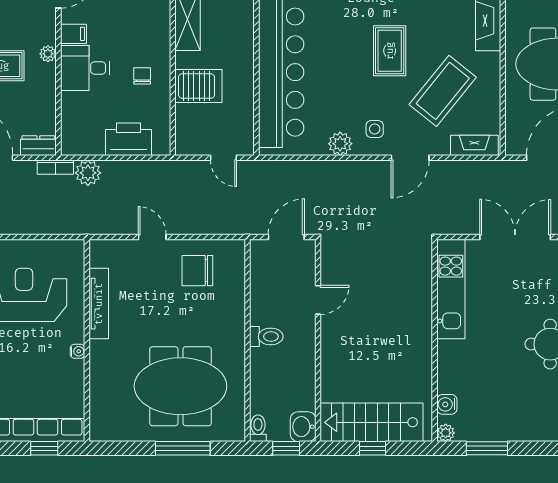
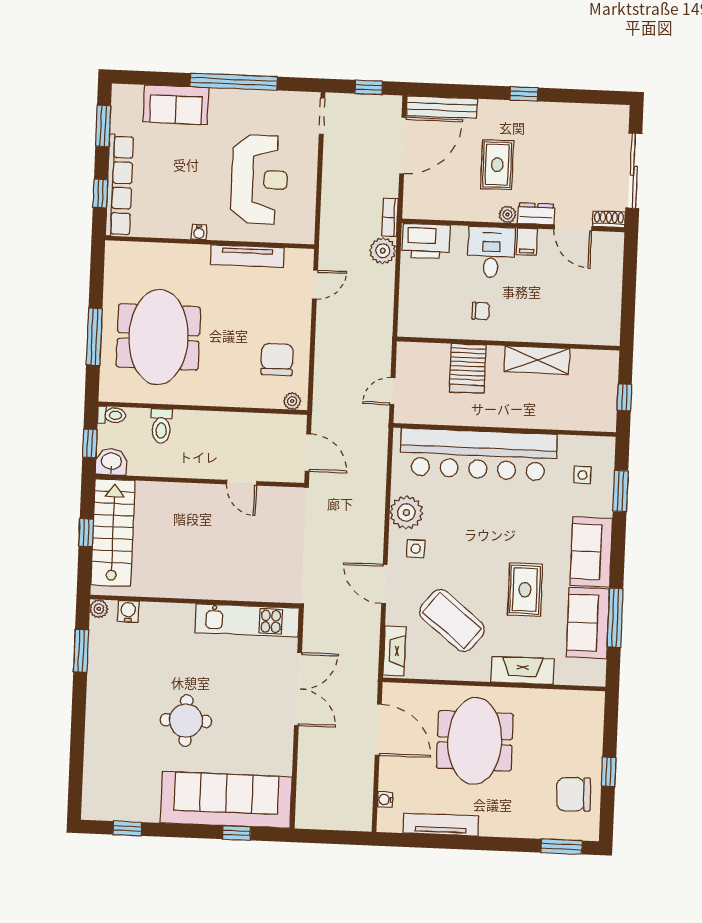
rug: (390, 51) -> (525, 590), moved, turned 90
printer: (128, 139) -> (426, 241), moved, turned 90
plant: (340, 144) -> (406, 513), width x1.36, depth x1.36
dresser: (38, 146) -> (536, 214), moved, turned -90
door: (152, 237) -> (315, 285), moved
plant: (237, 254) -> (292, 401), added
toilet: (266, 336) -> (161, 426), moved

